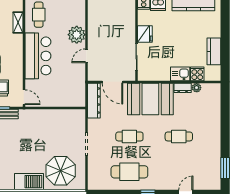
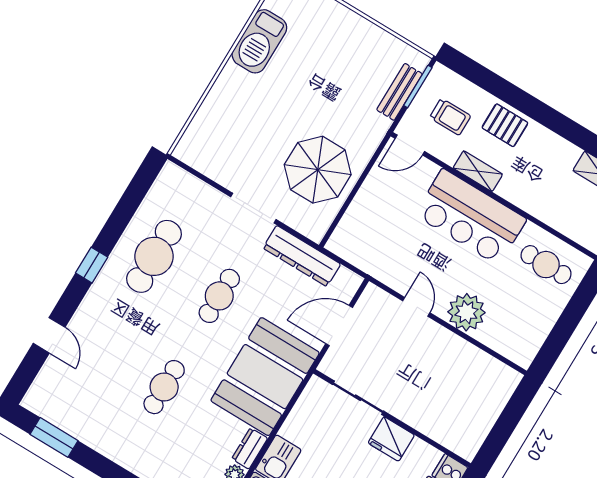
shelving: (18, 23) -> (478, 171), moved
dresser: (94, 101) -> (302, 256), moved
parasol: (61, 171) -> (318, 170), moved
barbecue: (29, 182) -> (259, 41), moved

